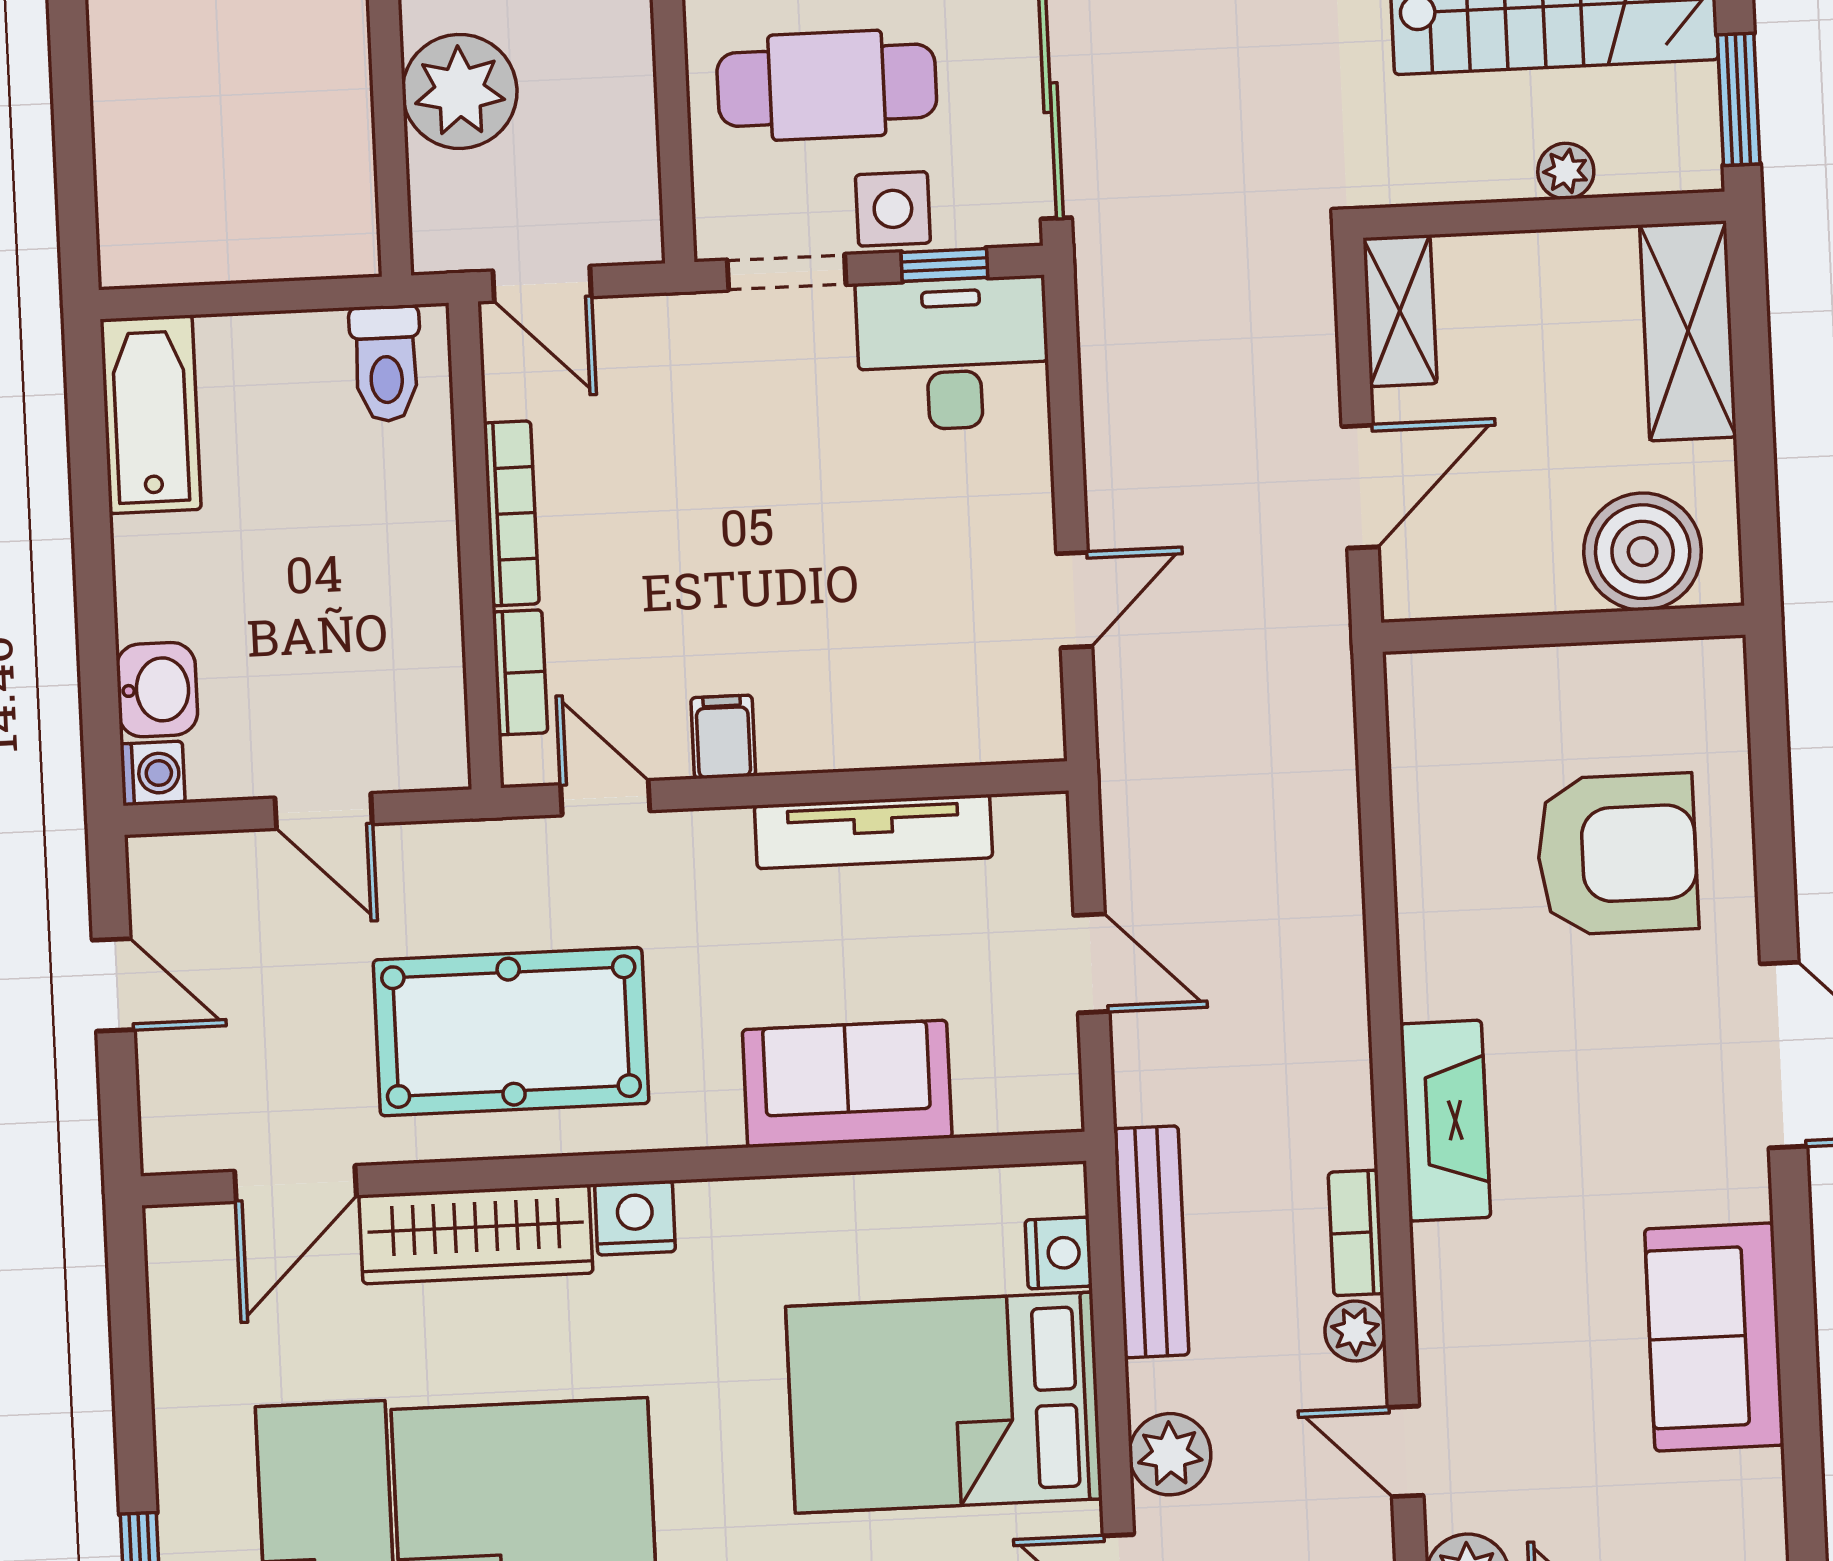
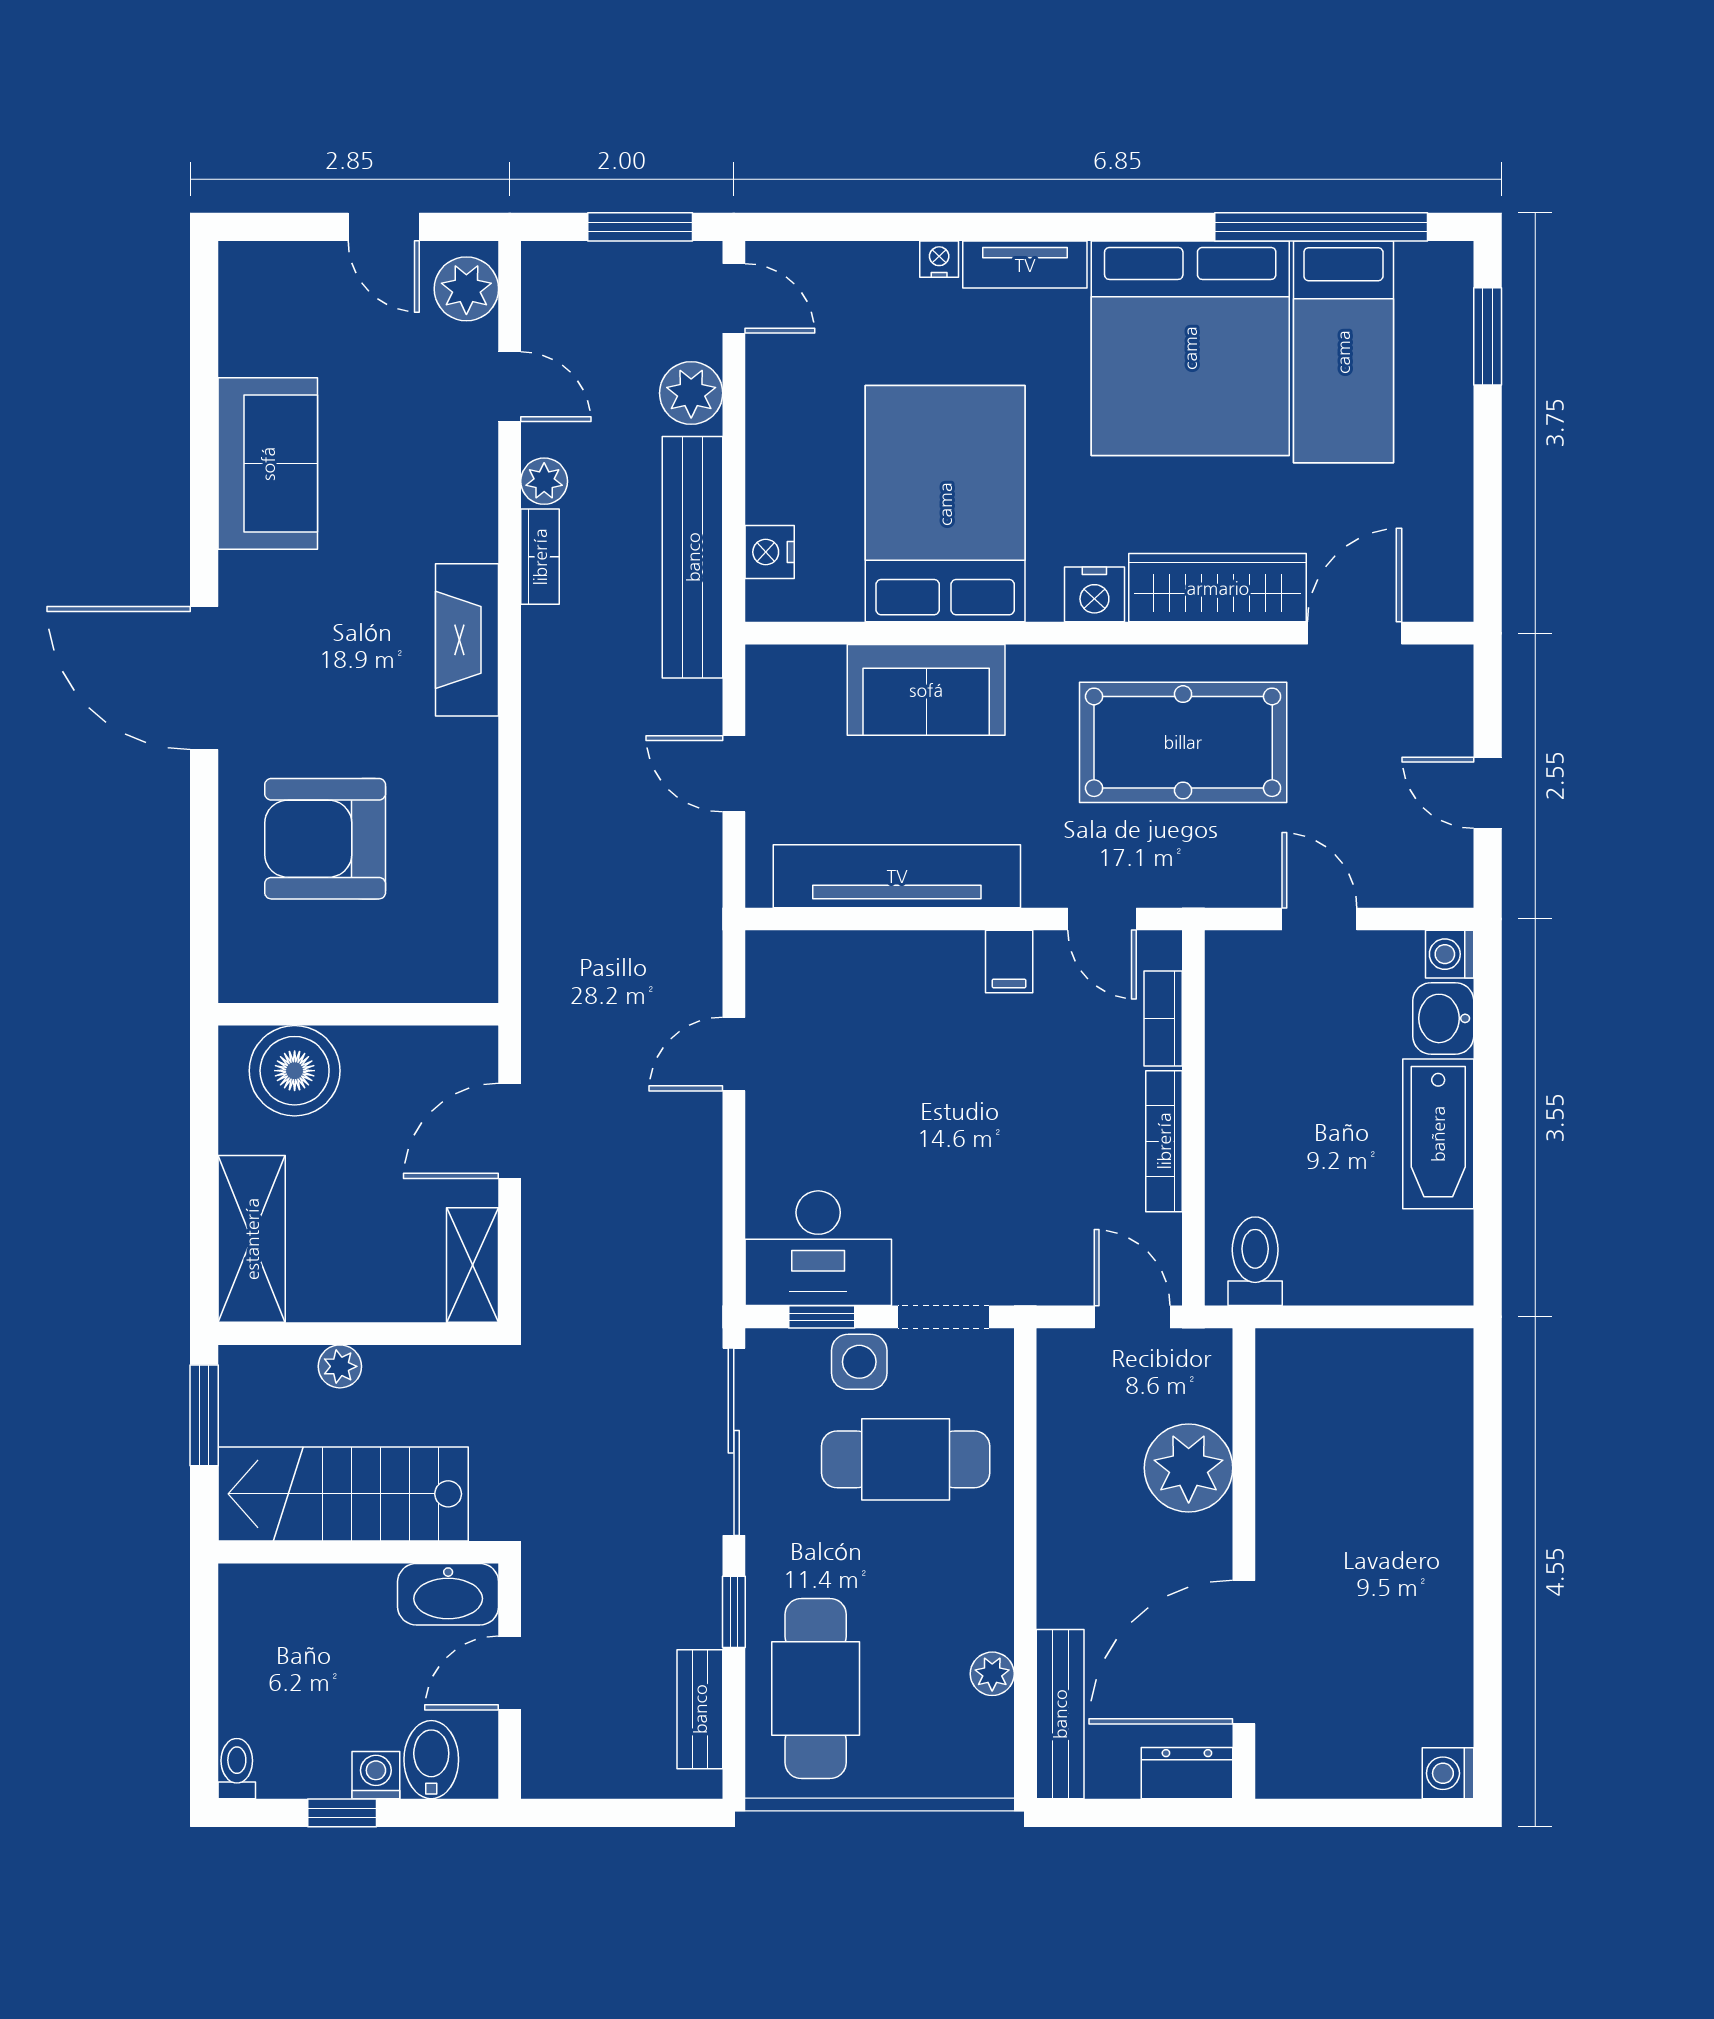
bathtub: (151, 414) -> (1438, 1134), moved
tv unit: (873, 832) -> (897, 876), width x1.36, depth x1.29
bench: (1151, 1242) -> (693, 557), width x1.37, depth x1.21
bed: (944, 1403) -> (945, 504), moved, turned -90

